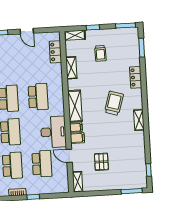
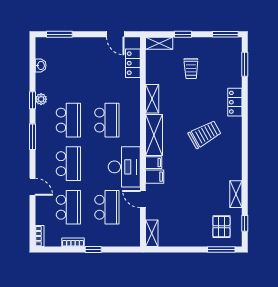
door: (27, 31) -> (115, 34), moved
shelving: (71, 68) -> (152, 99), moved
trolley: (114, 103) -> (205, 134), turned 44
shelving: (139, 120) -> (236, 194), moved
pallet: (101, 162) -> (221, 227), moved

